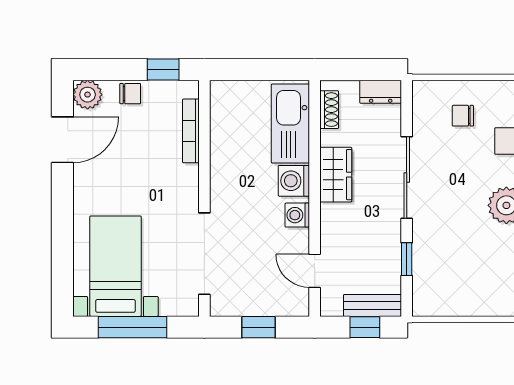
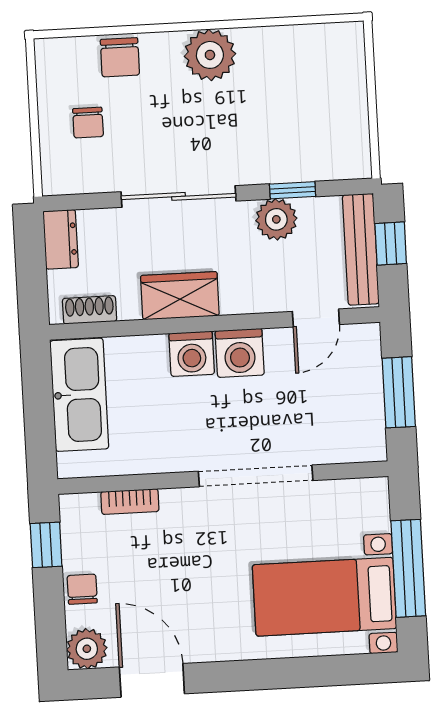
kitchen sink: (290, 124) -> (79, 395), moved, turned -90
bookcase: (191, 131) -> (130, 502), width x0.64
washing machine: (297, 215) -> (240, 353), width x1.38, depth x1.38
plant: (387, 246) -> (276, 219), added
doorway: (204, 254) -> (256, 476), moved
bench: (372, 305) -> (361, 249), width x1.36
window: (258, 327) -> (399, 392), width x1.50

